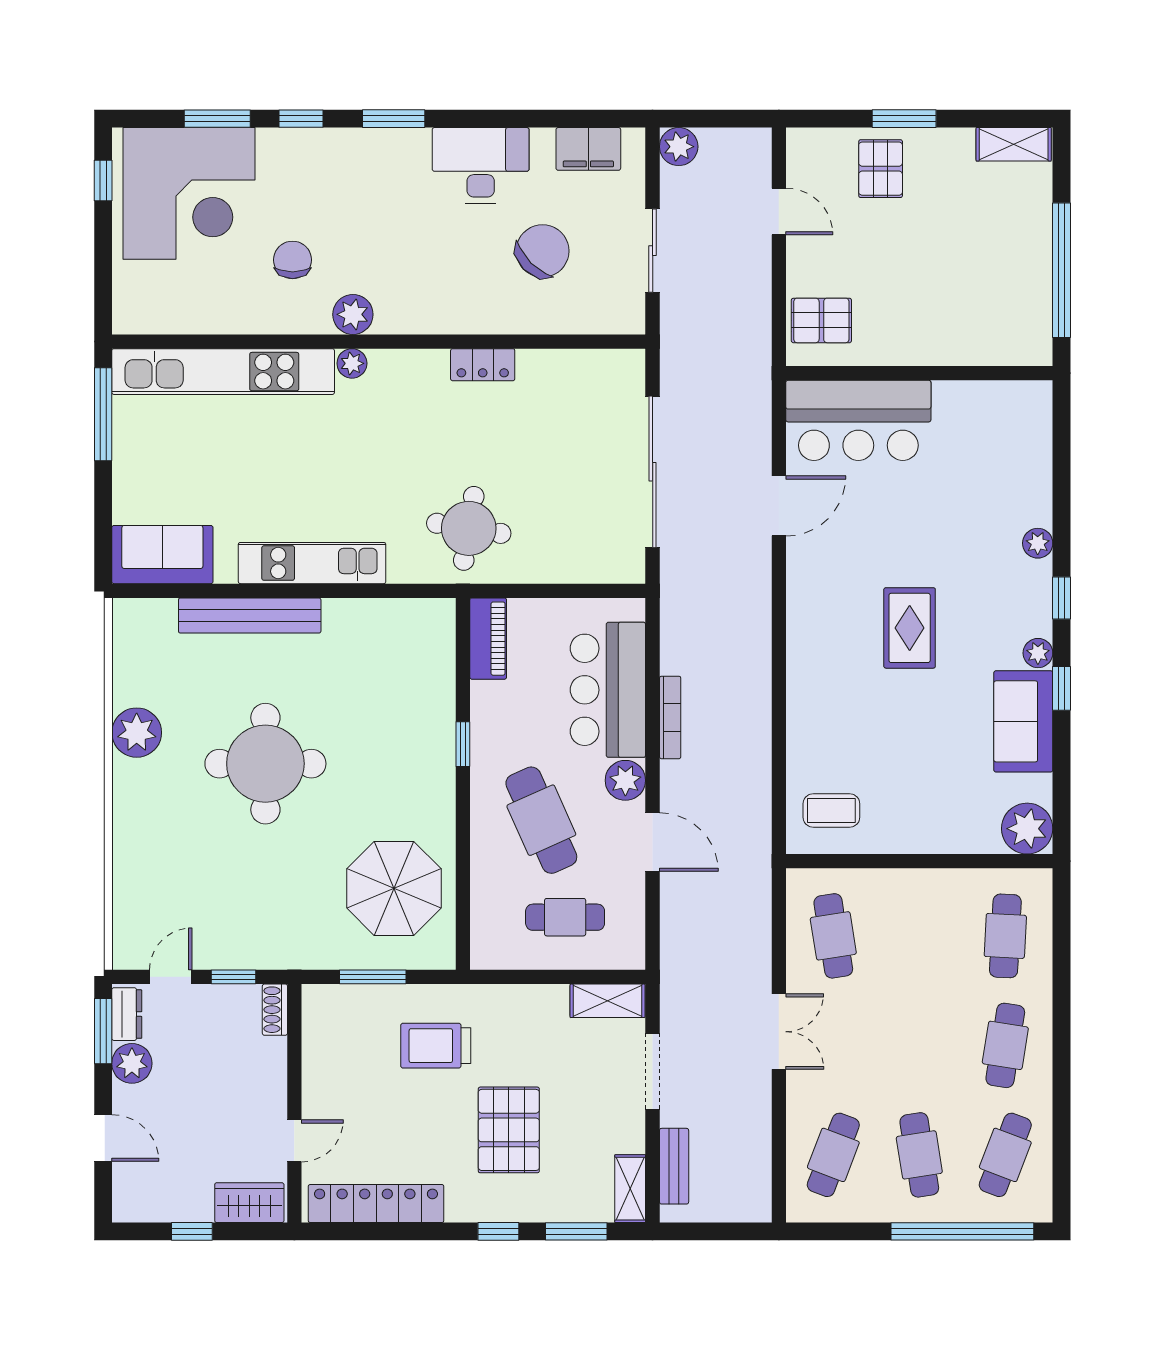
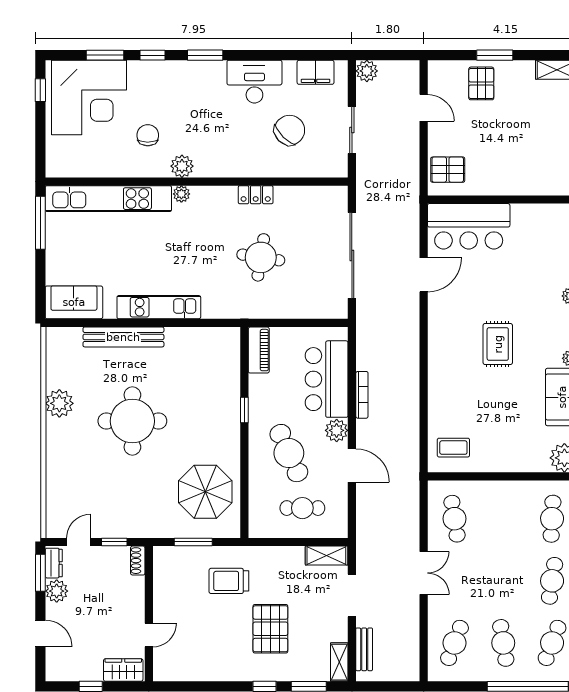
round table: (469, 528) -> (261, 257), moved
locker: (376, 1204) -> (195, 671), removed

